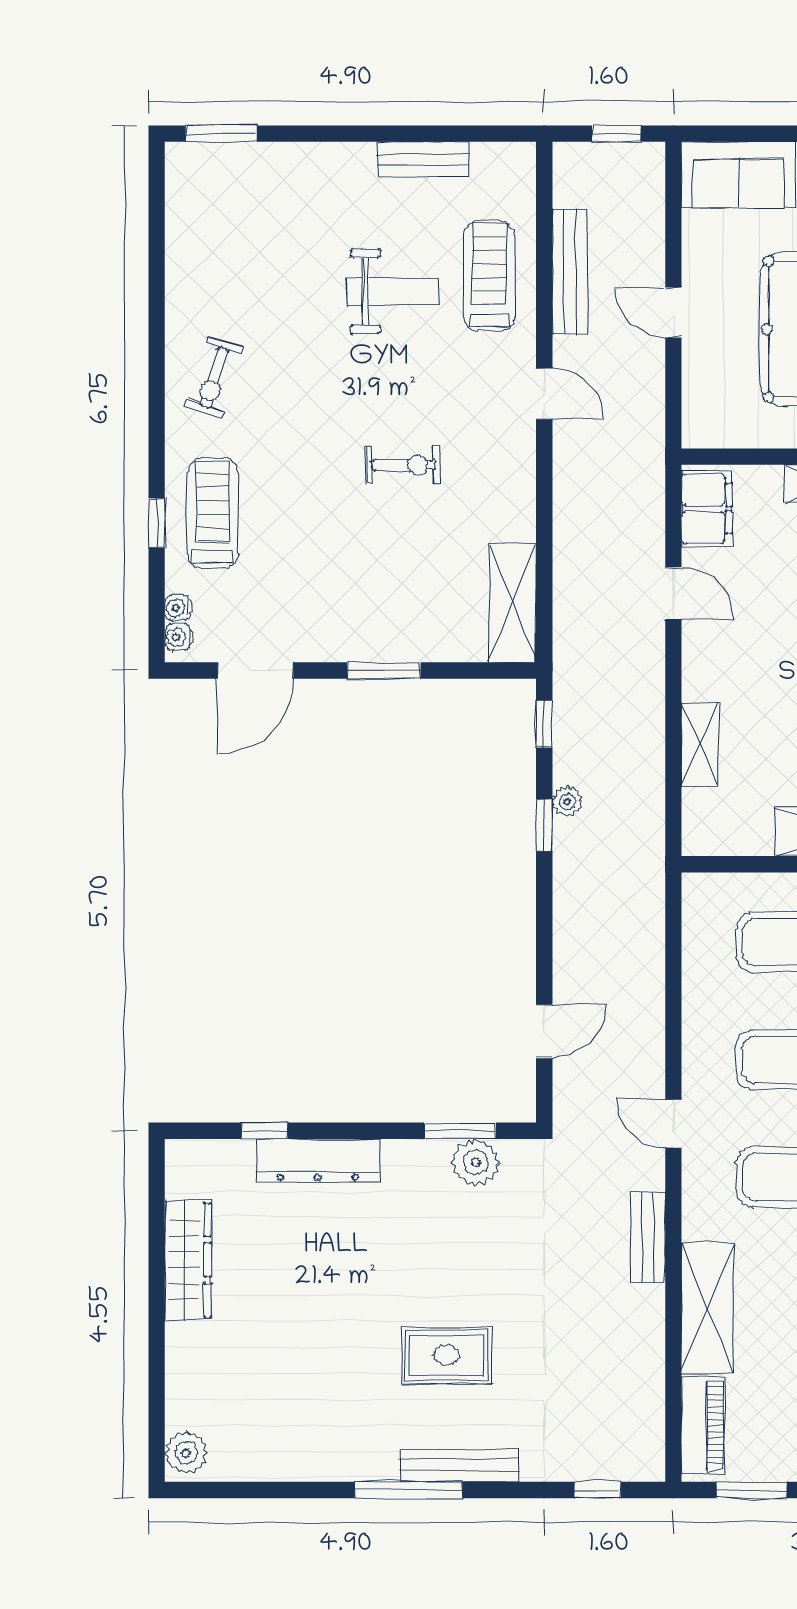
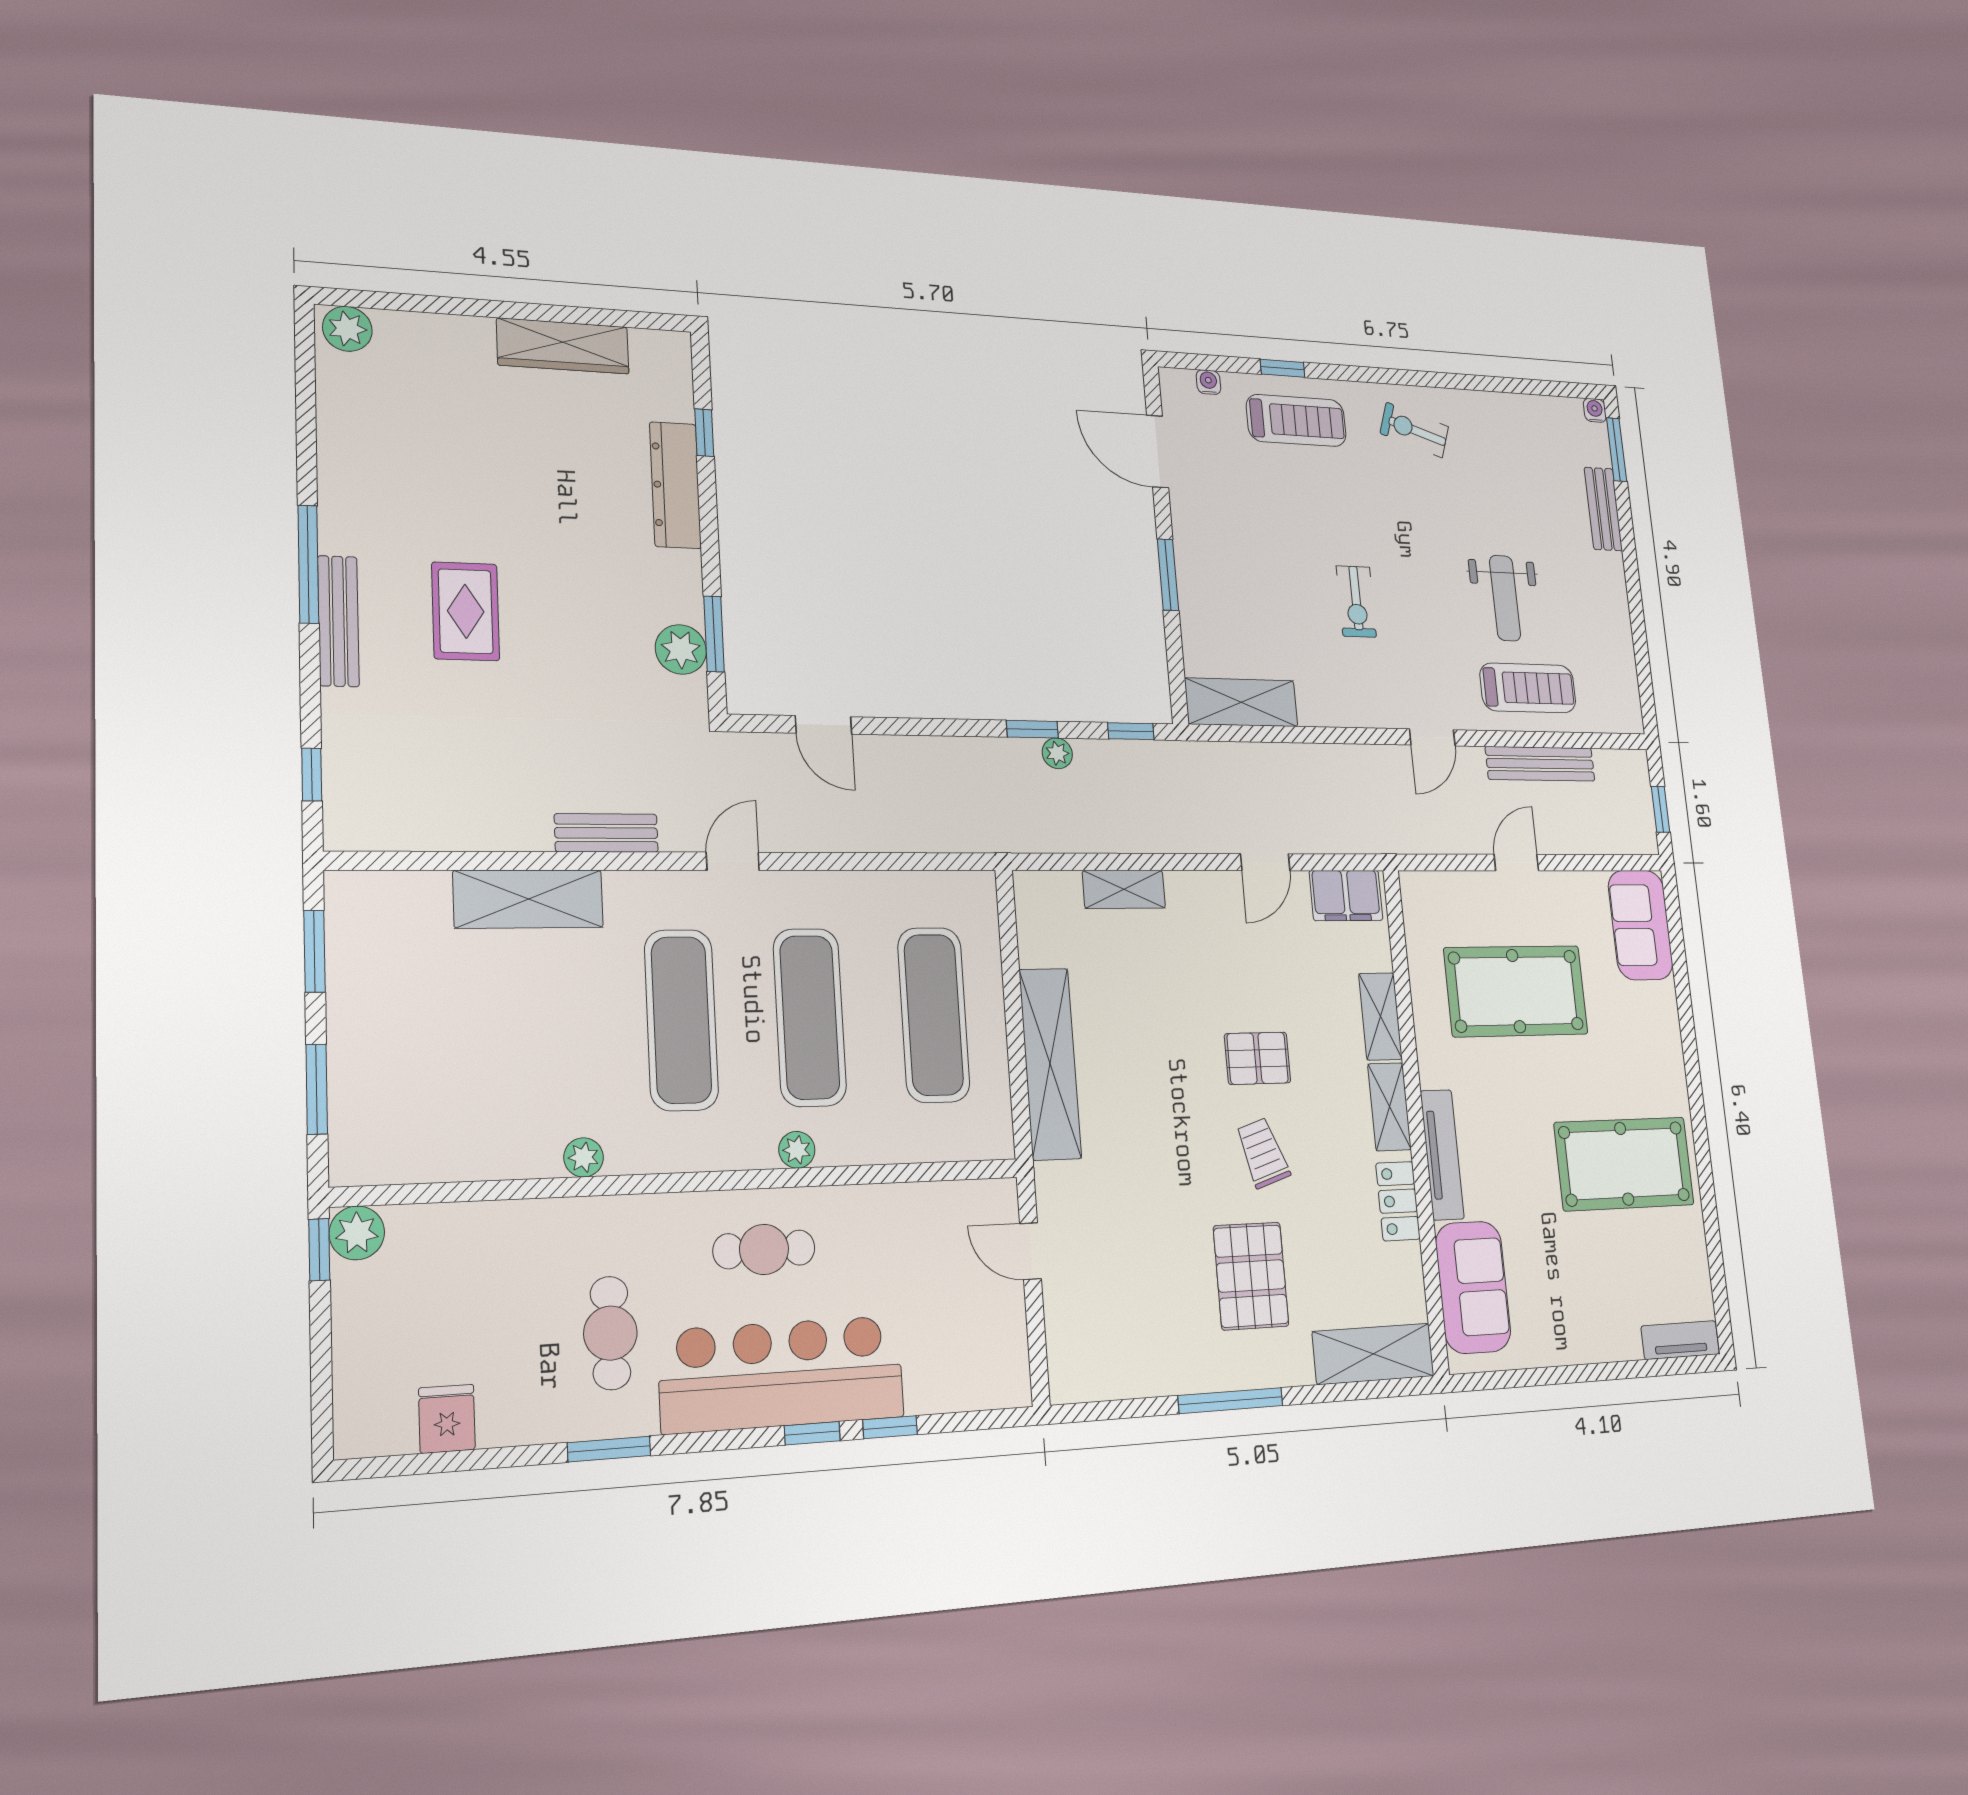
bench: (423, 159) -> (1603, 509), moved
water cooler: (178, 637) -> (1595, 410), moved
piano: (703, 1425) -> (391, 895), removed

